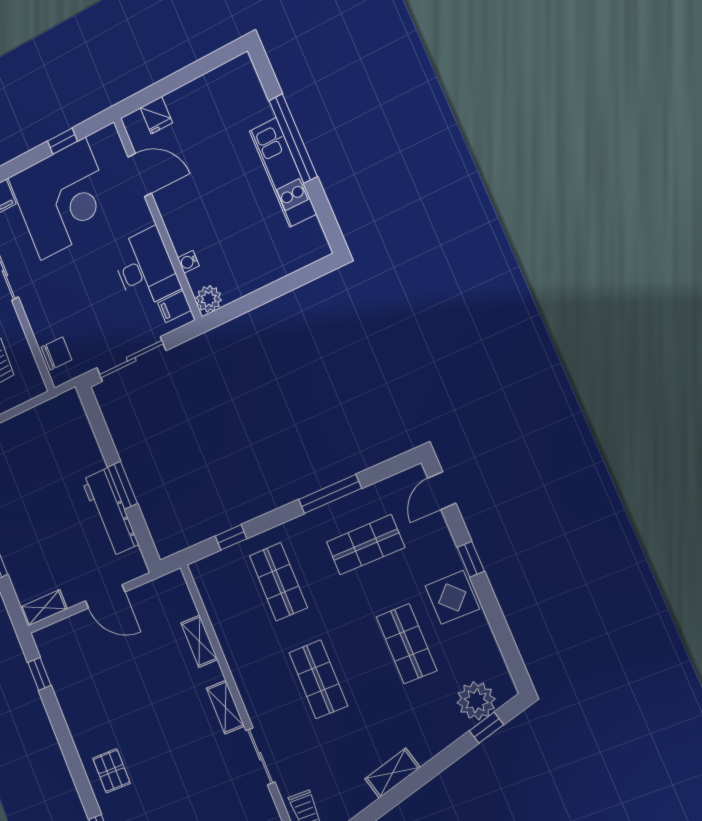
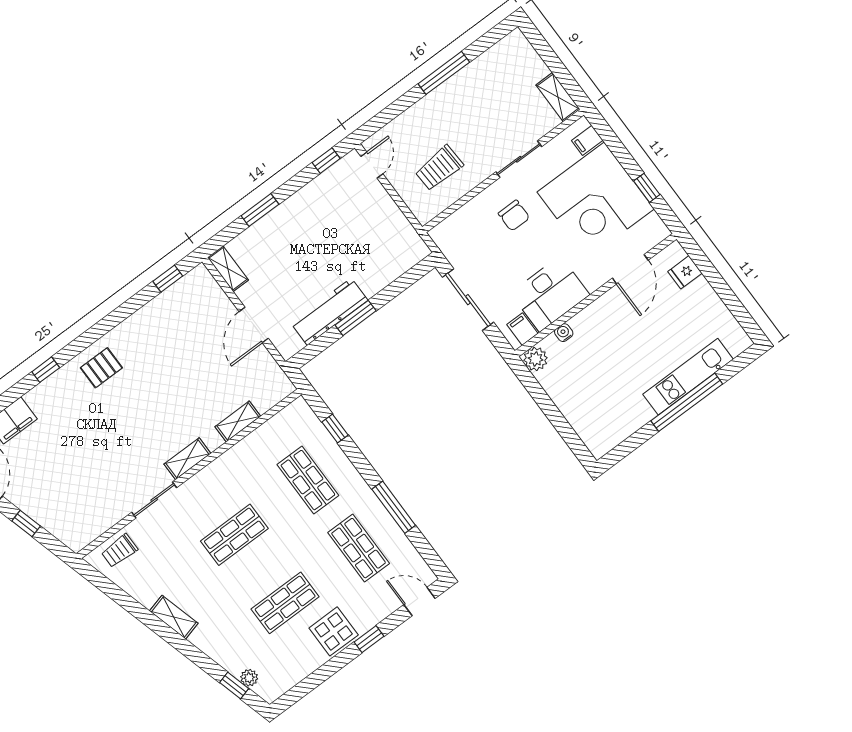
kitchen unit: (283, 172) -> (688, 377), moved
chair: (56, 353) -> (514, 216), moved
shop shelf: (278, 582) -> (308, 480), turned 90
plant: (476, 701) -> (249, 678), width x0.53, depth x0.53

